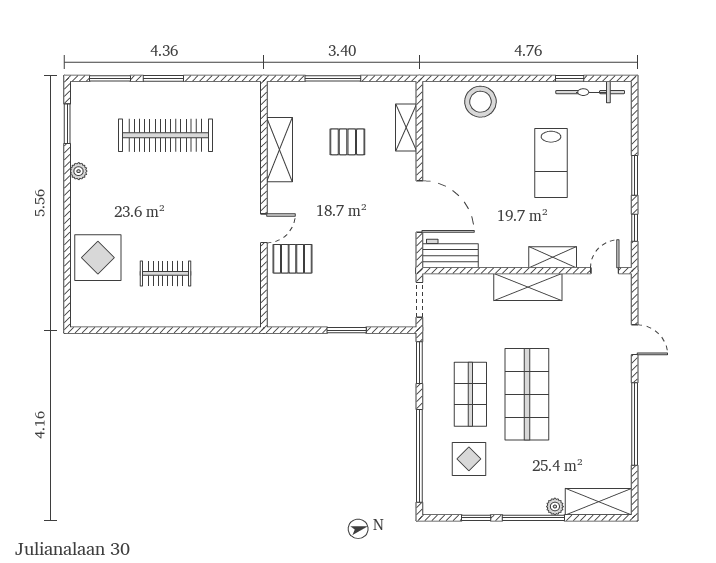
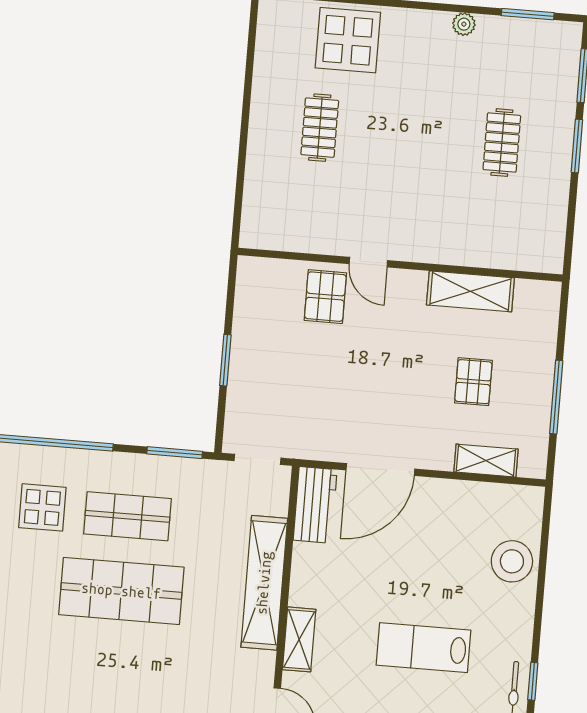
window: (333, 78) -> (556, 397), moved
clothes rail: (165, 135) -> (502, 143), width x0.54, depth x0.76
shelving: (528, 287) -> (264, 583), width x1.47

